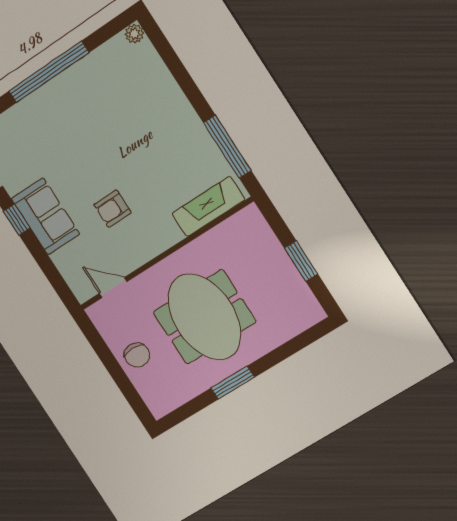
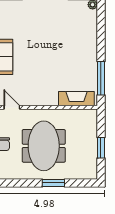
armchair: (113, 209) -> (34, 73), removed
window: (233, 383) -> (53, 183), moved

